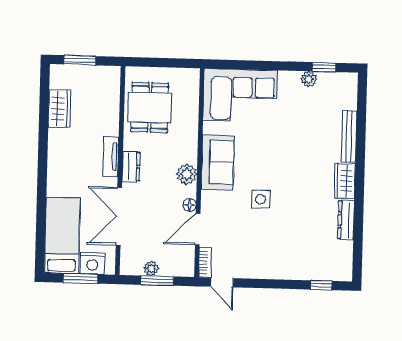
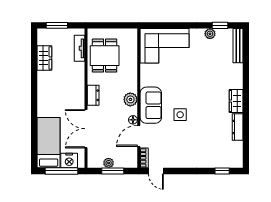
bench: (349, 136) -> (238, 46), moved
tv unit: (111, 157) -> (79, 48), moved
sofa: (218, 162) -> (151, 105), moved
window: (80, 278) -> (61, 171), width x1.44

